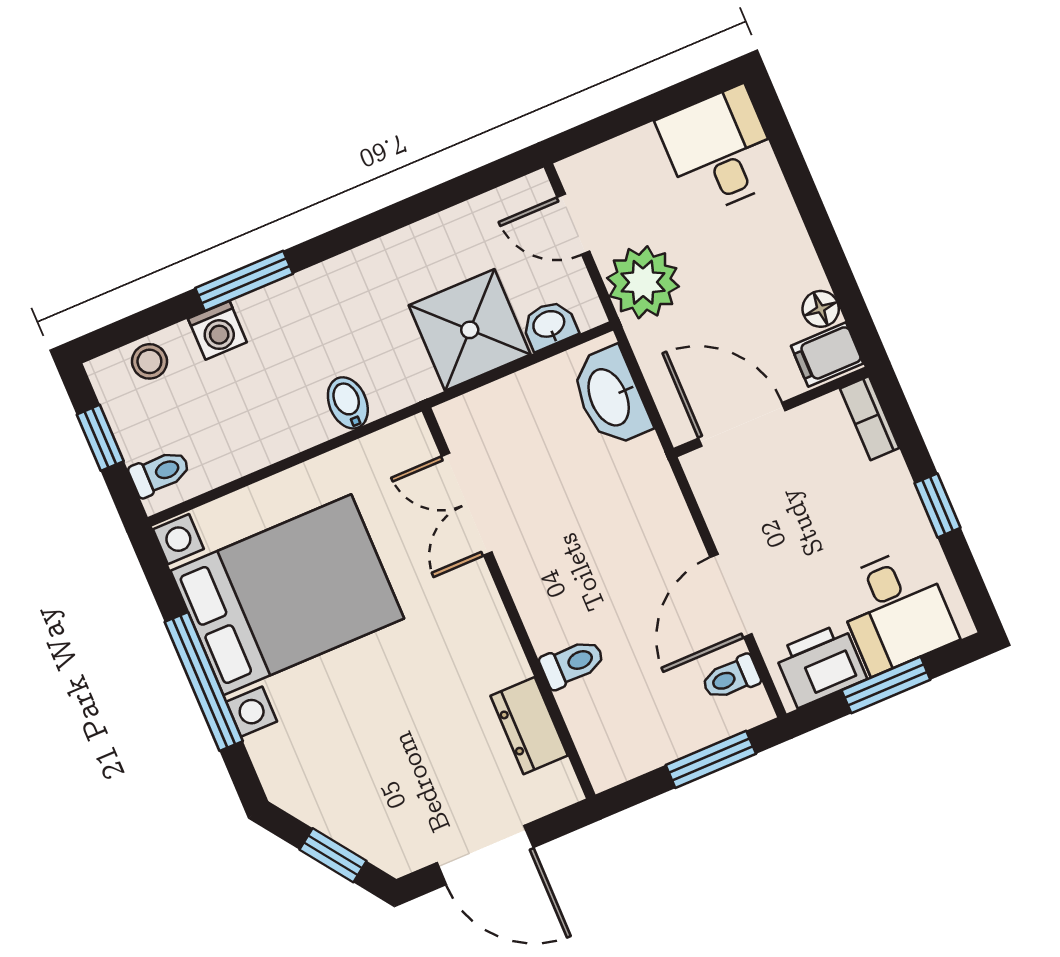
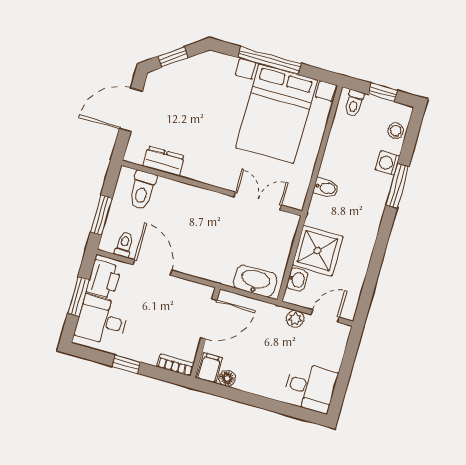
plant: (643, 282) -> (295, 319), width x0.53, depth x0.53
toilet: (572, 663) -> (142, 190), moved, width x1.37, depth x1.39

